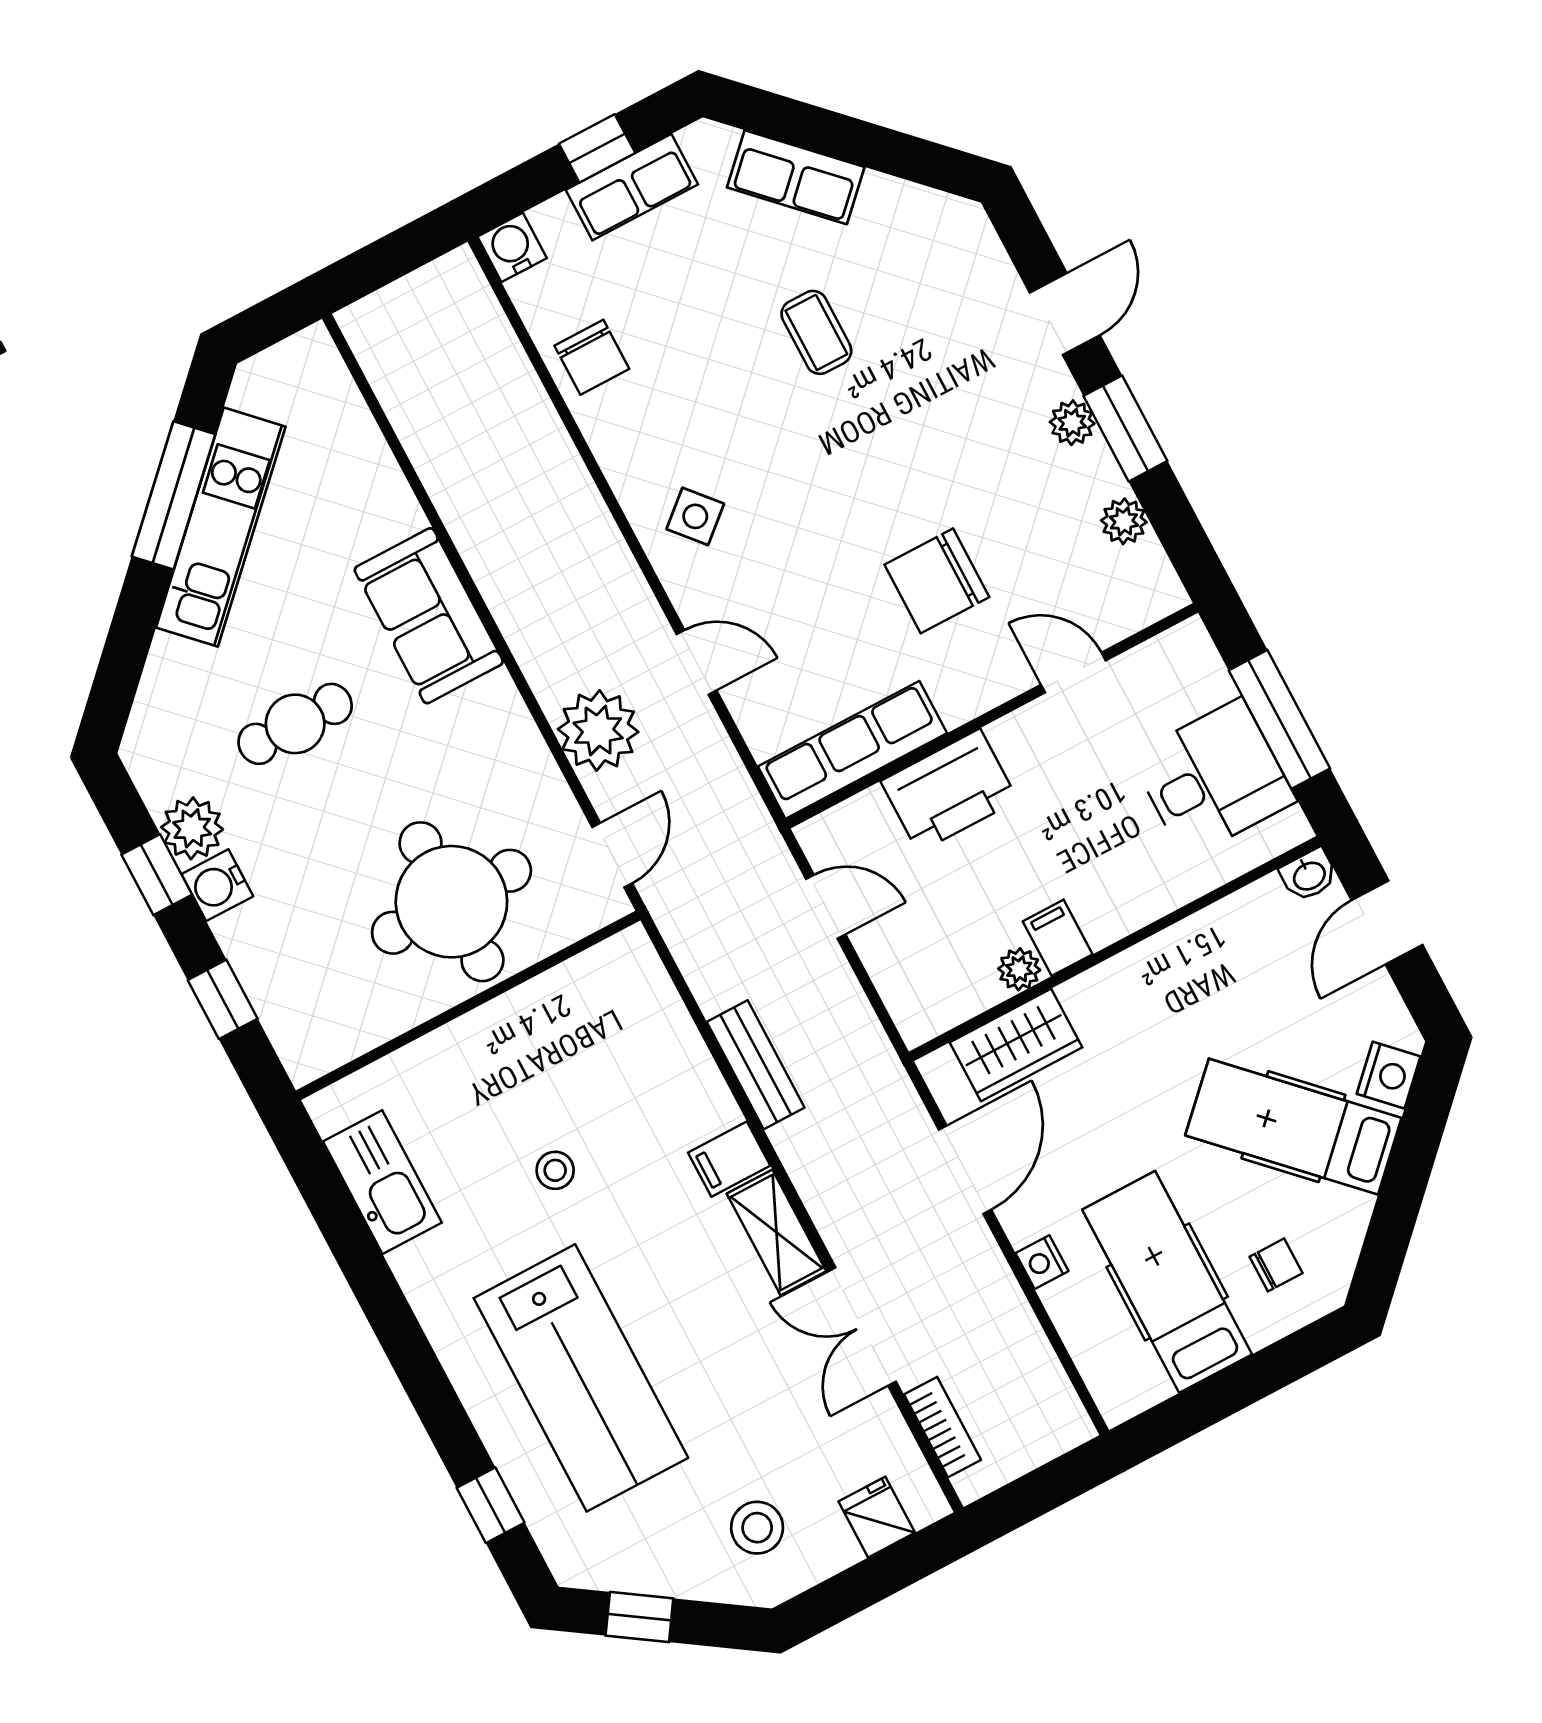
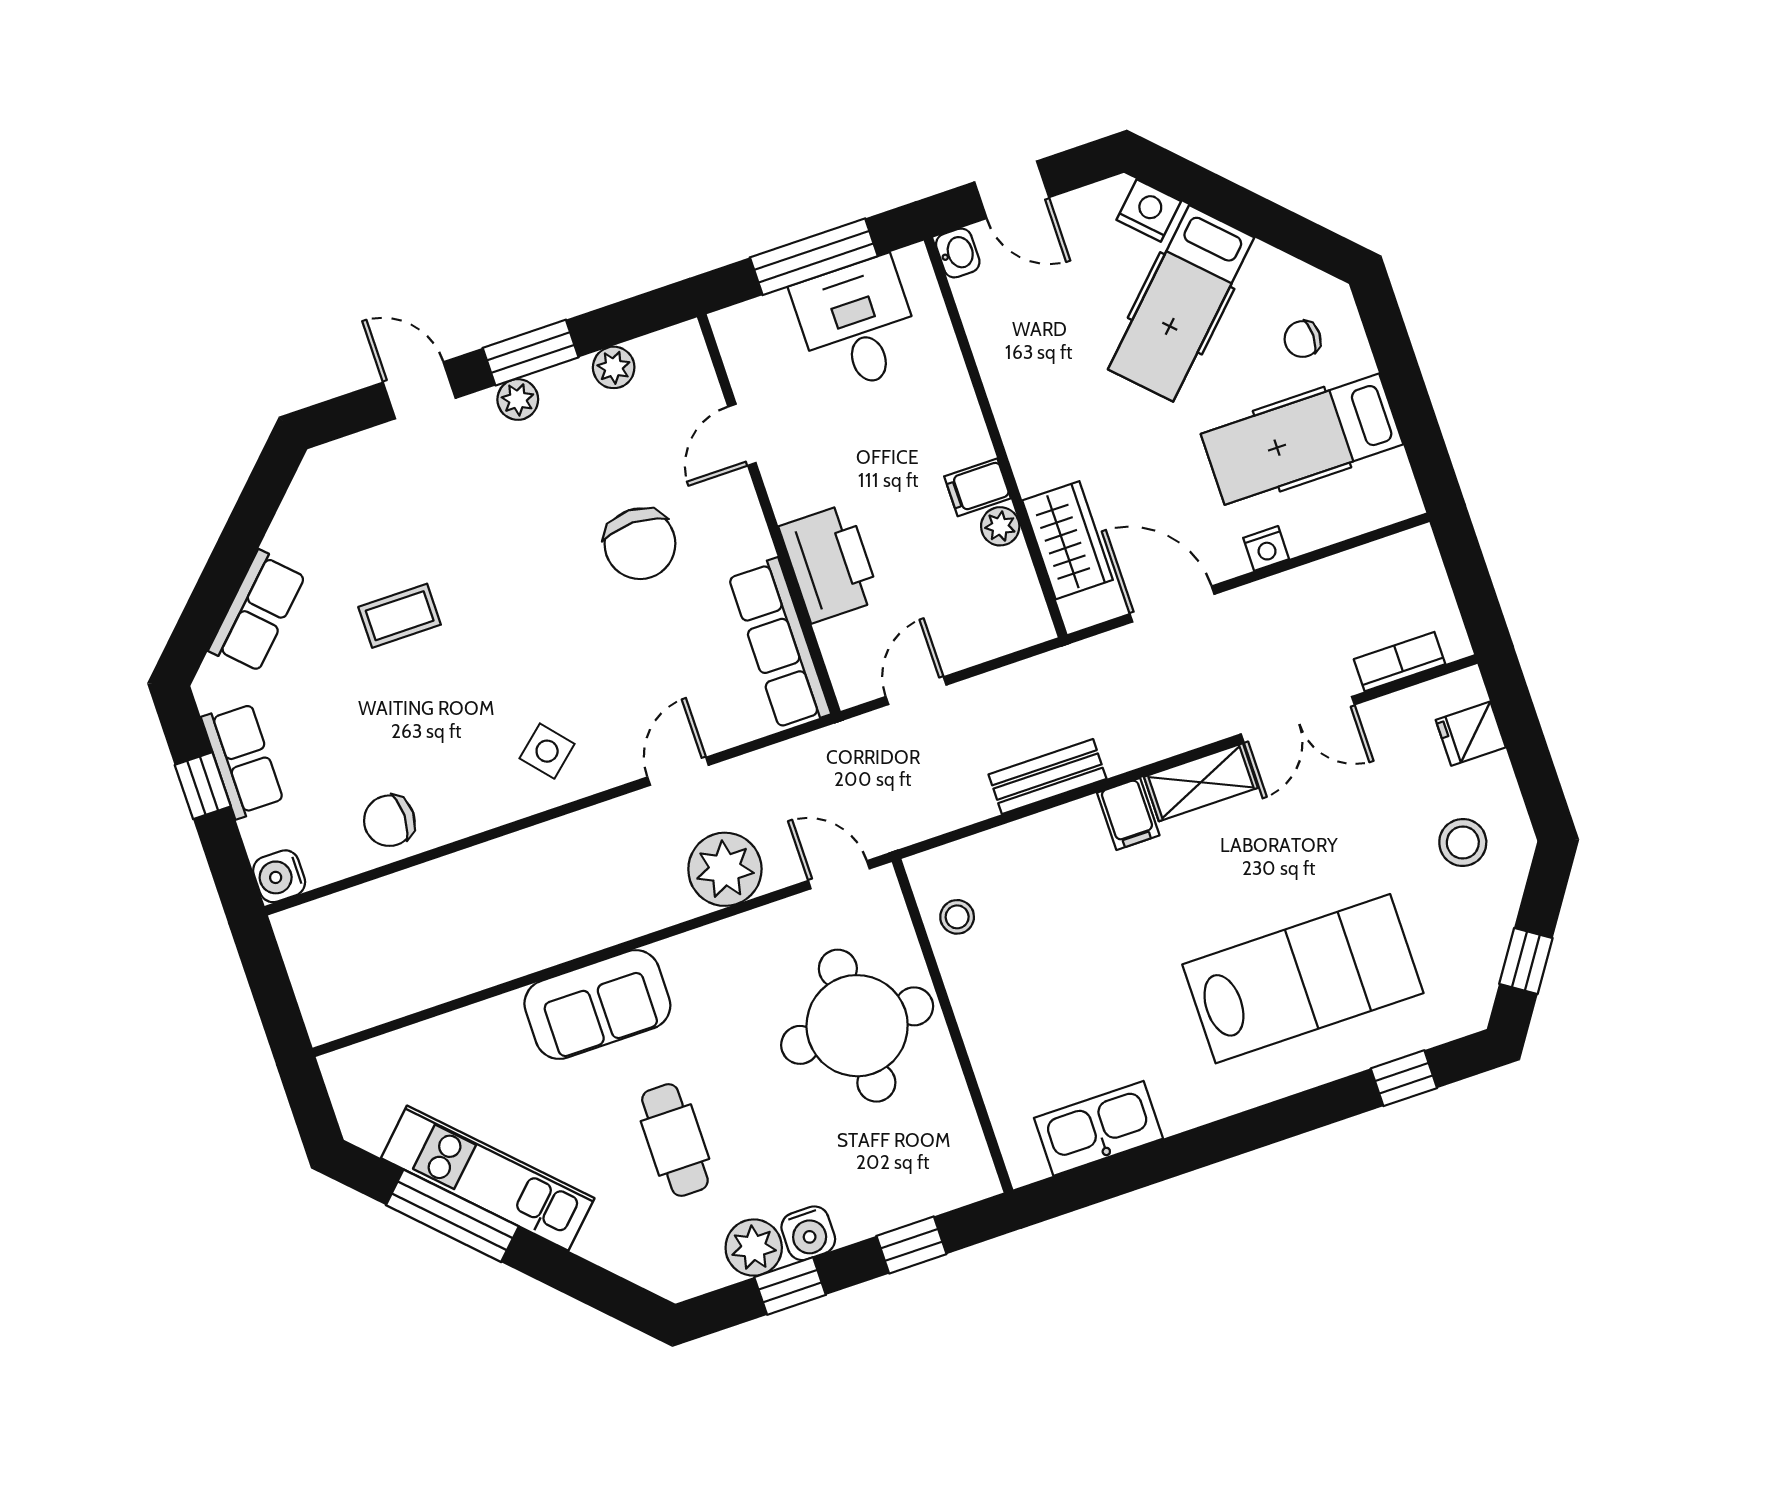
chair: (592, 357) -> (389, 821), turned 180
stool: (555, 1170) -> (957, 917), moved
chair: (1276, 1265) -> (1303, 339), turned -90

